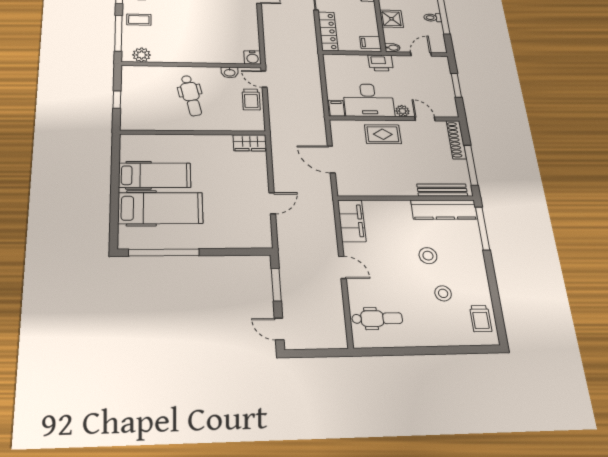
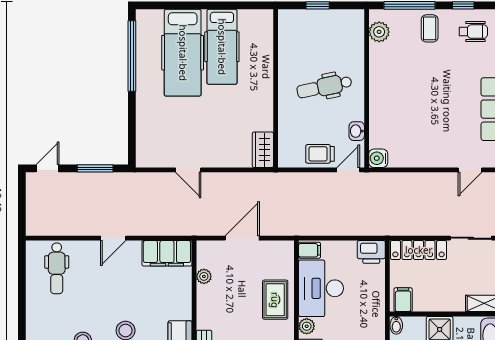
printer: (381, 63) -> (371, 252), moved, turned -90
plant: (369, 190) -> (204, 276), added

